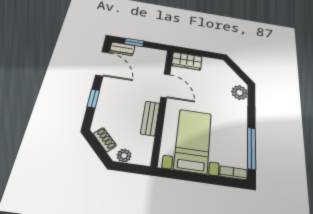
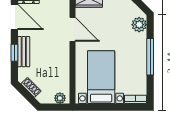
bench: (150, 118) -> (24, 52), moved
window: (252, 148) -> (150, 57), moved
plant: (124, 156) -> (60, 98), moved

